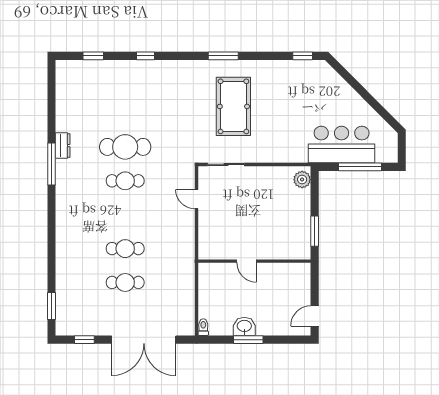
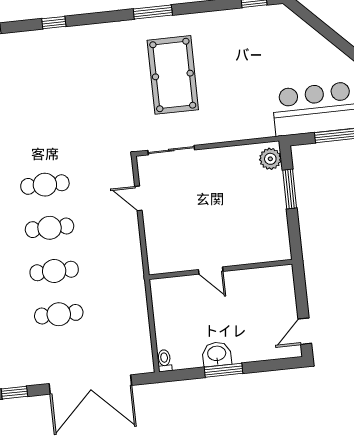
cafe table: (125, 147) -> (50, 228), moved, width x0.73, depth x0.74
window: (315, 231) -> (290, 189), moved

